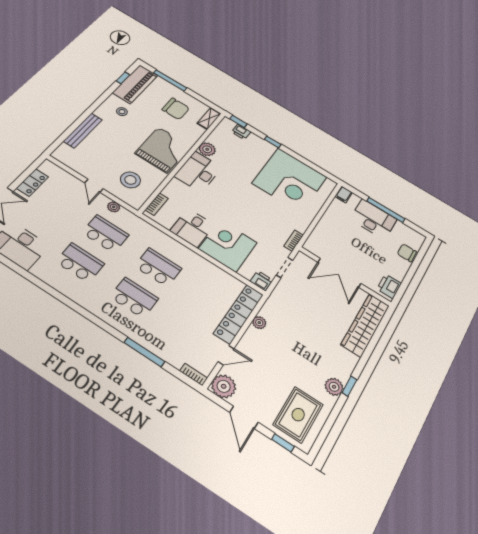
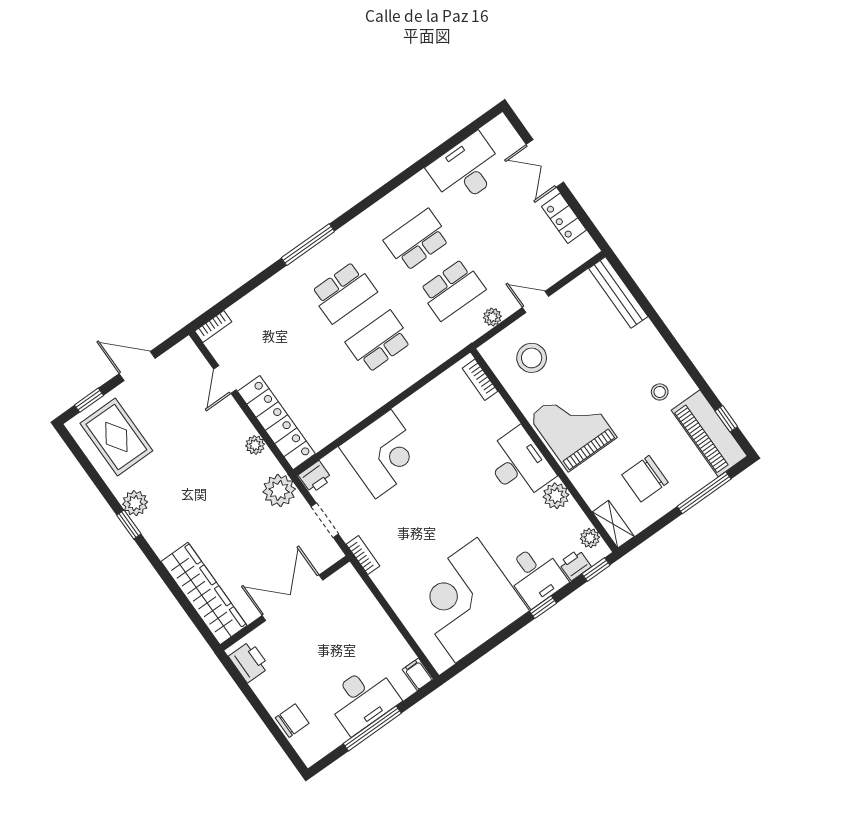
plant: (223, 128) -> (590, 538), added
bench: (83, 131) -> (618, 293), moved
grand piano: (163, 150) -> (573, 427), turned 180
desk: (192, 228) -> (536, 575), moved, turned 180
school desk: (80, 263) -> (417, 240), turned 180
school desk: (158, 267) -> (379, 342), turned 180
window: (144, 352) -> (308, 245), moved
plant: (224, 386) -> (279, 491), moved

